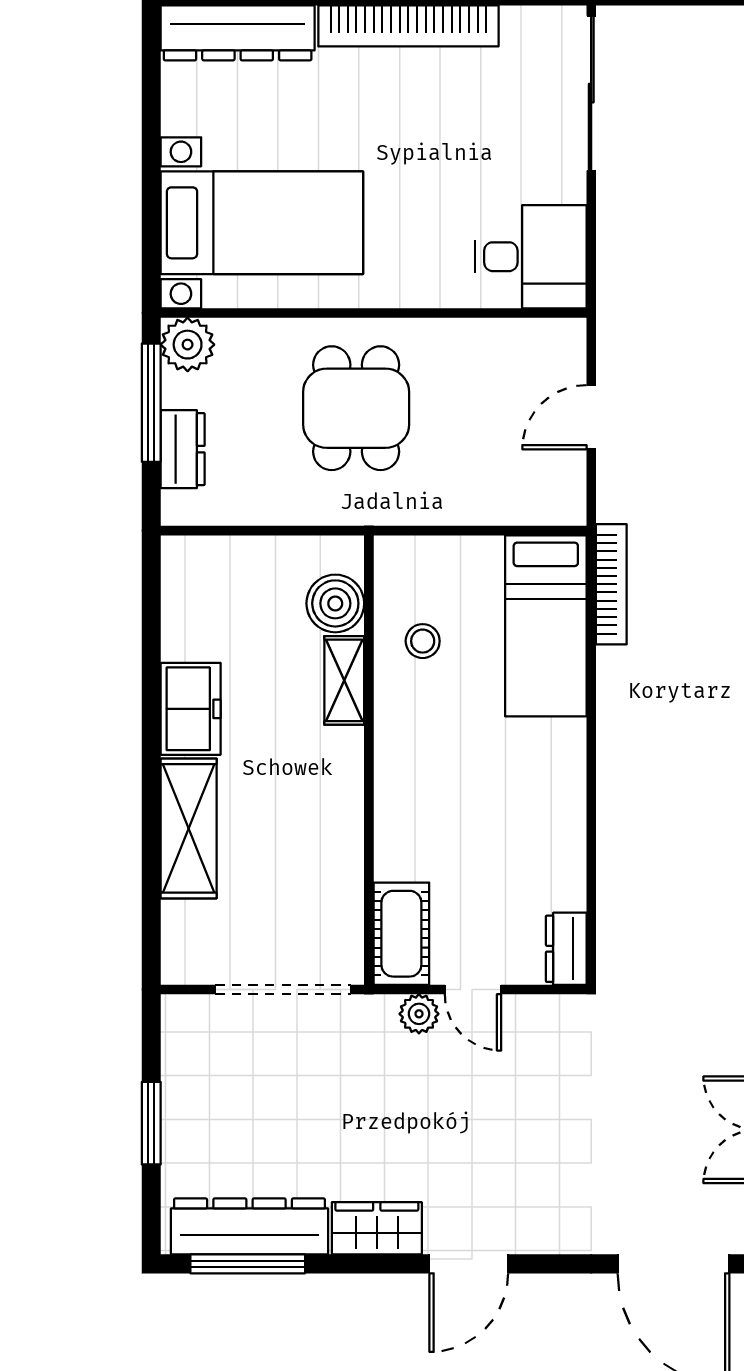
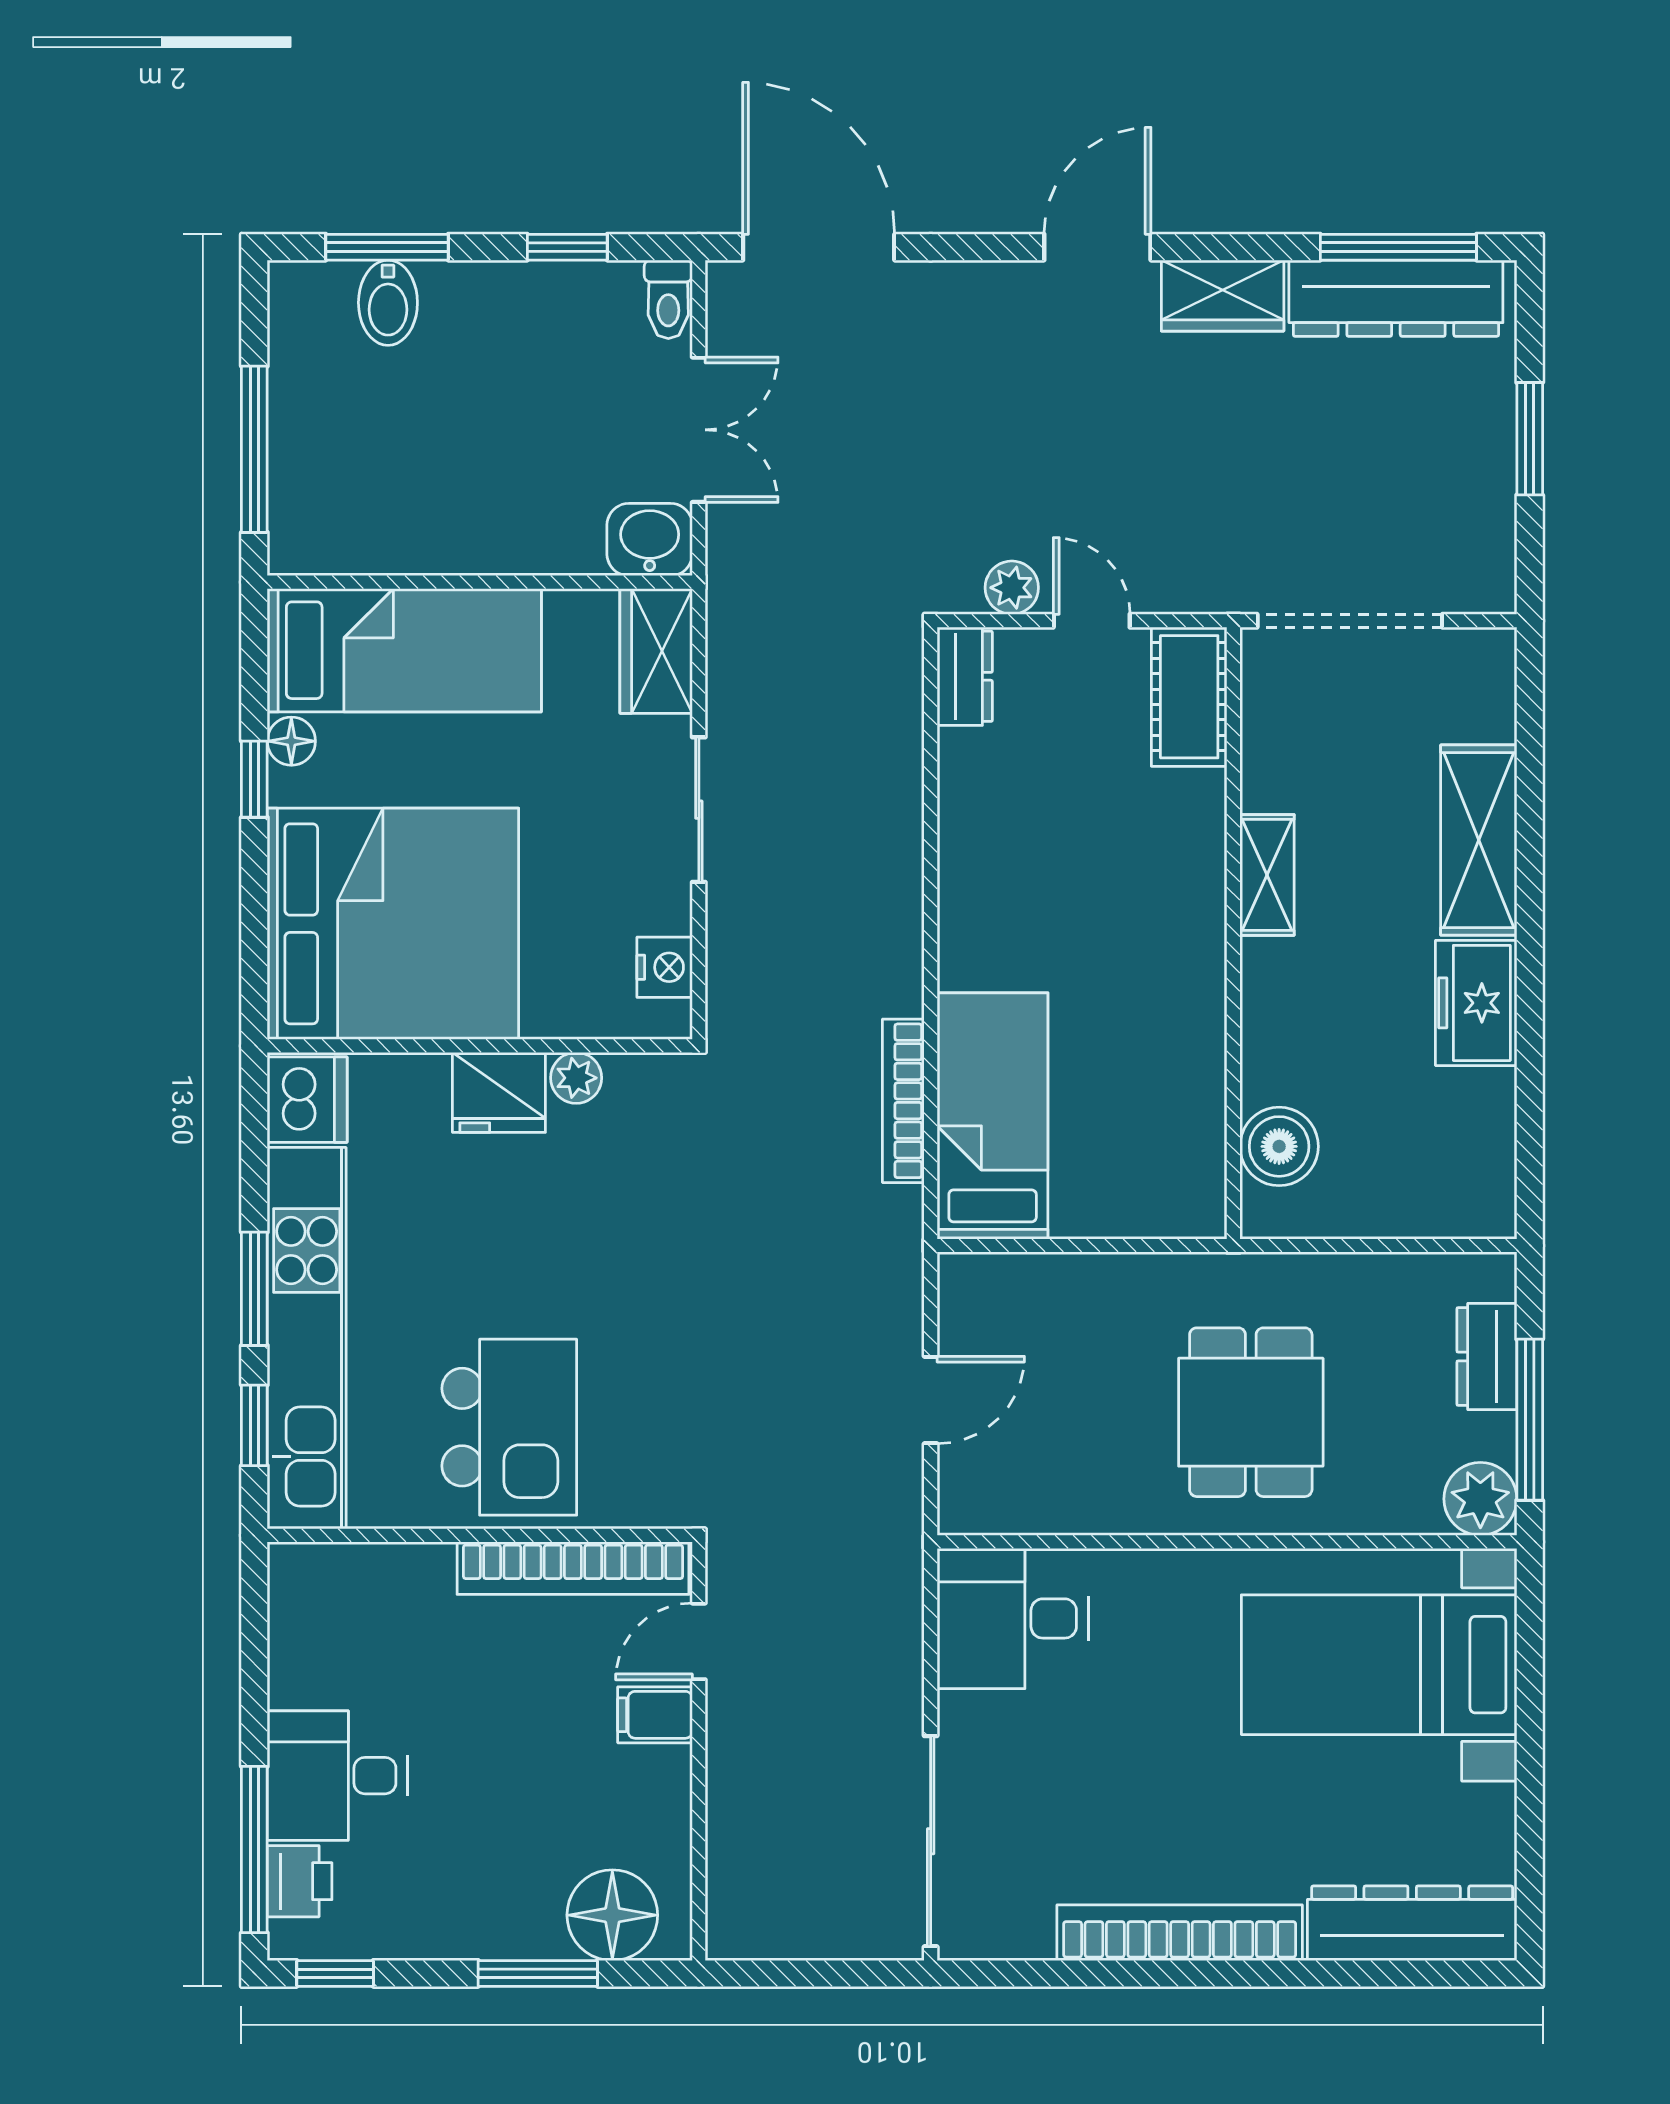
bookcase: (611, 584) -> (903, 1101), moved
stool: (423, 641) -> (1160, 1095), removed
shelving: (344, 680) -> (1267, 875), moved
plant: (419, 1014) -> (1012, 588), moved

